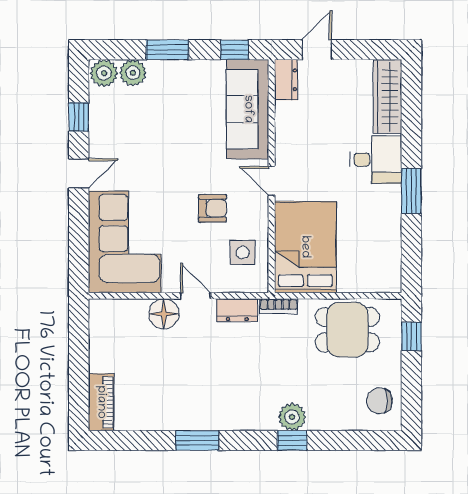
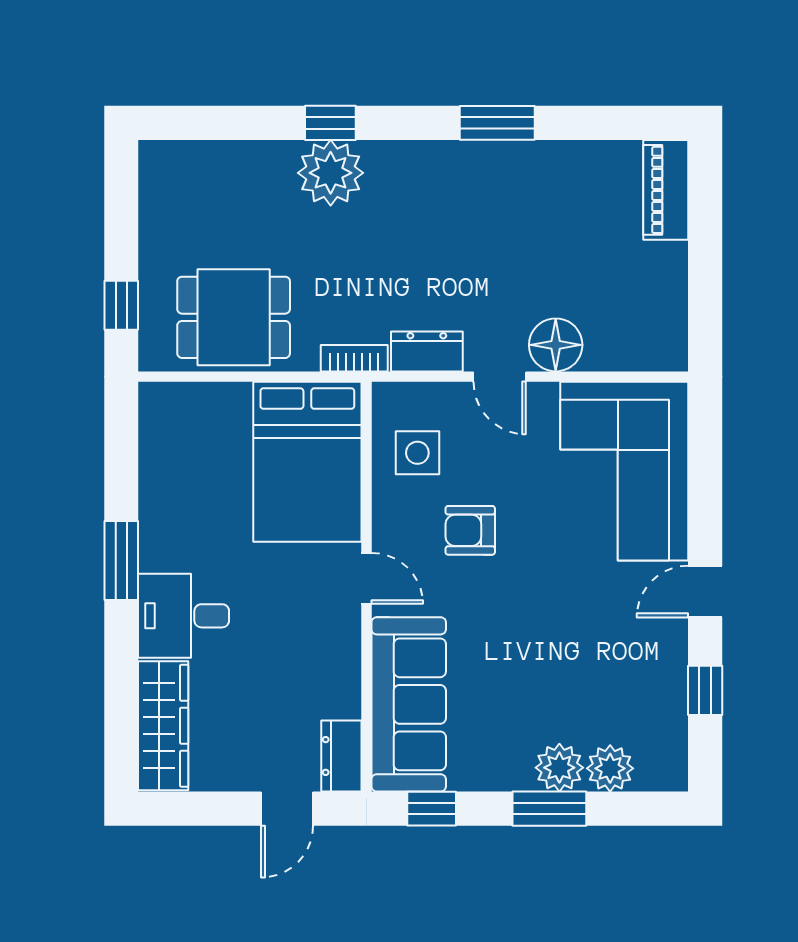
plant: (104, 73) -> (559, 768), moved
chair: (379, 401) -> (177, 192), removed
plant: (292, 417) -> (331, 173), width x1.36, depth x1.36

